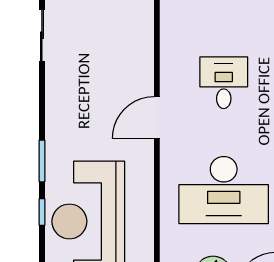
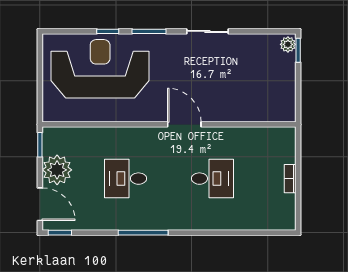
sliding door: (42, 35) -> (207, 31), moved
desk: (224, 190) -> (126, 179), width x0.53, depth x0.77

